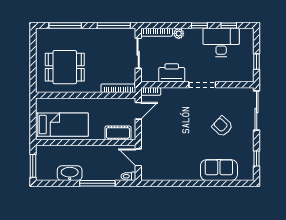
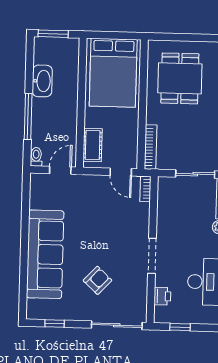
printer: (172, 73) -> (162, 296), moved, width x0.53, depth x0.68
bed: (62, 125) -> (113, 73), width x1.50
sofa: (219, 170) -> (45, 254), width x1.85, depth x1.27

